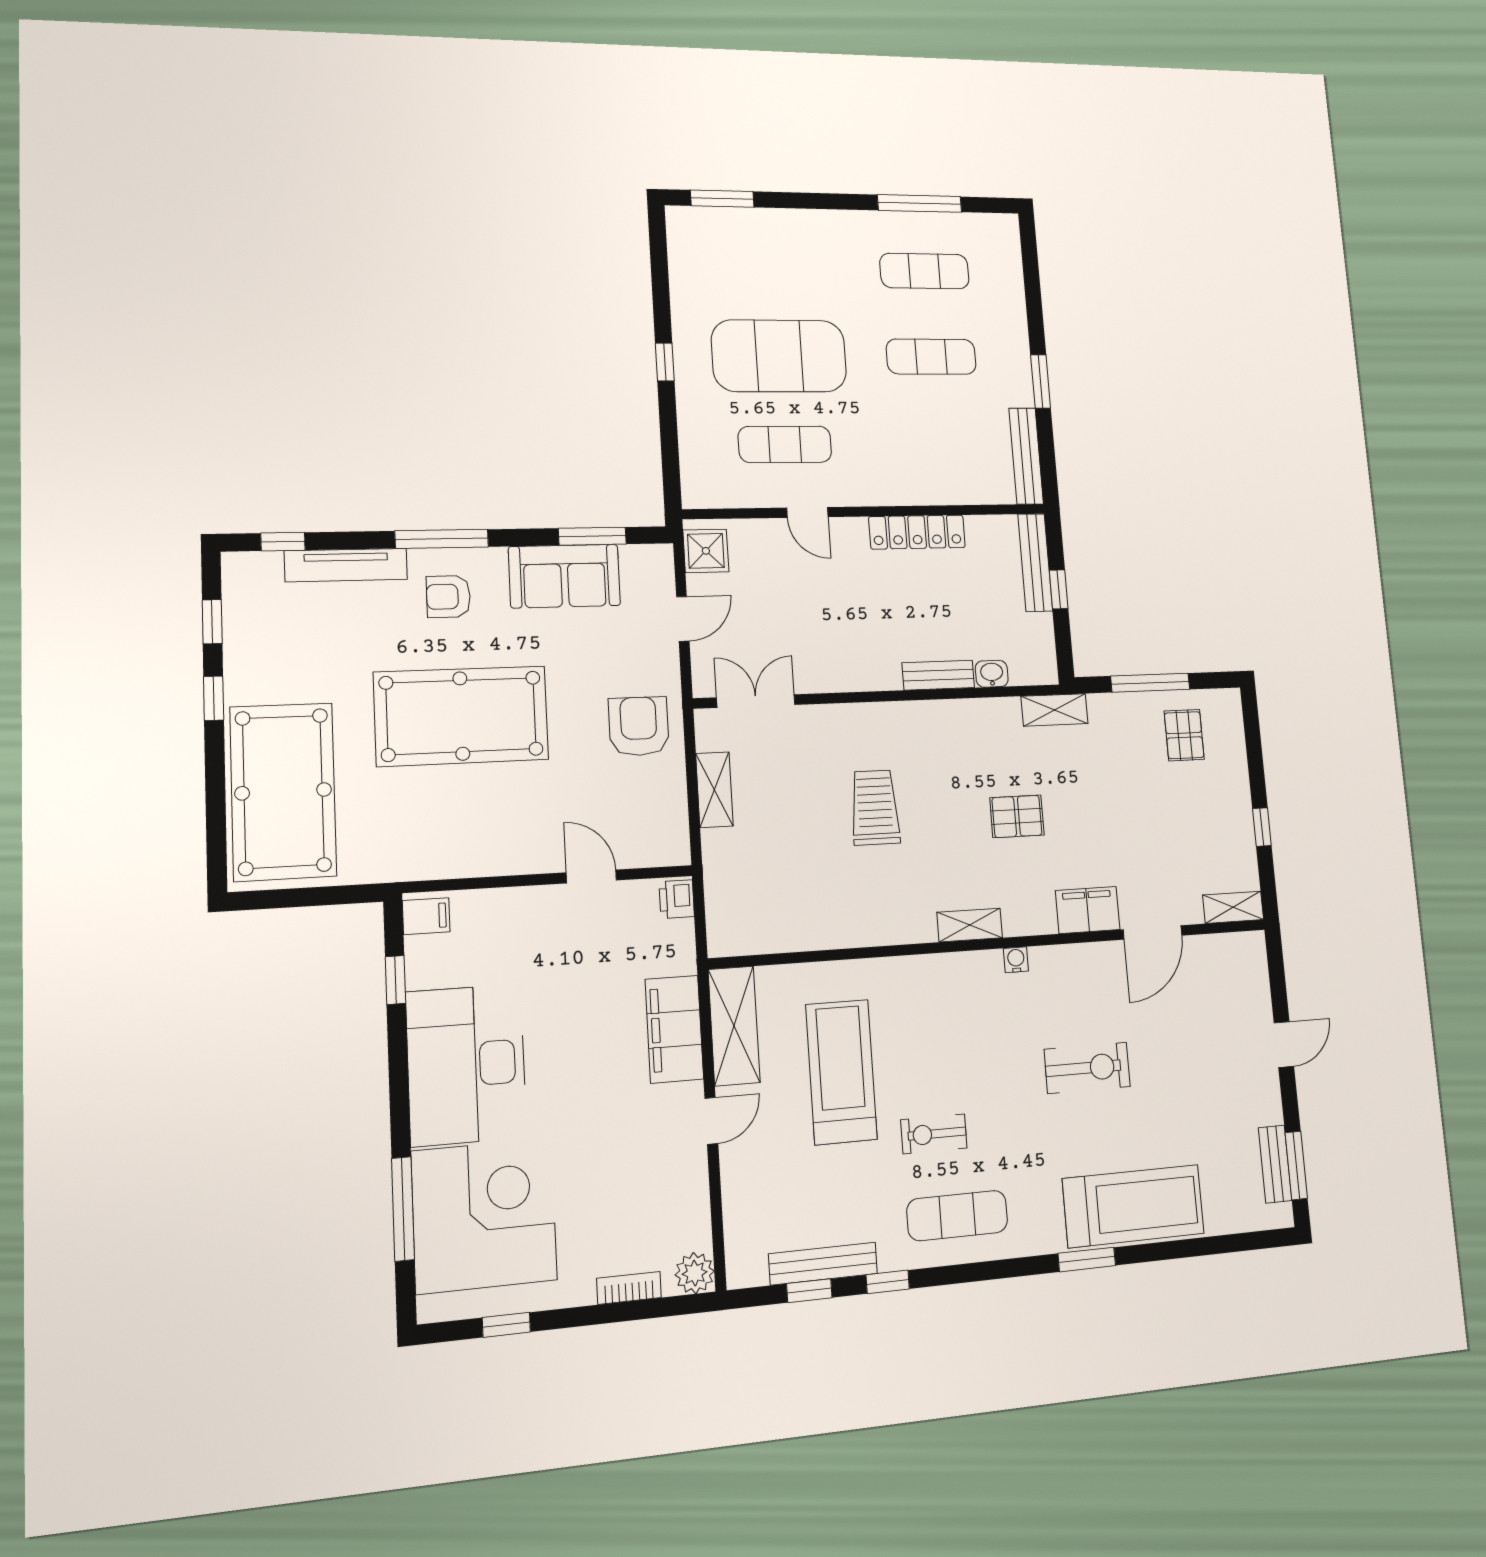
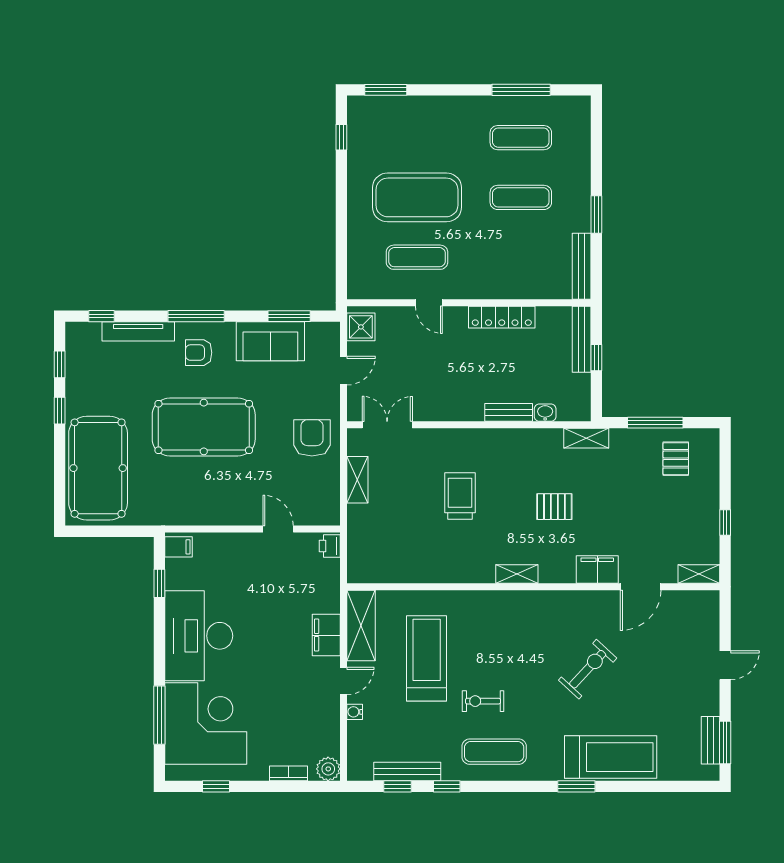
window: (665, 362) -> (341, 137), moved
water cooler: (1016, 960) -> (355, 712), moved, turned -90
filing cabinet: (674, 1029) -> (326, 635), width x0.67, depth x0.86
exercise bike: (1087, 1068) -> (588, 669), turned -47

